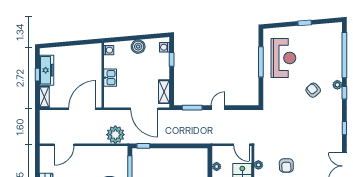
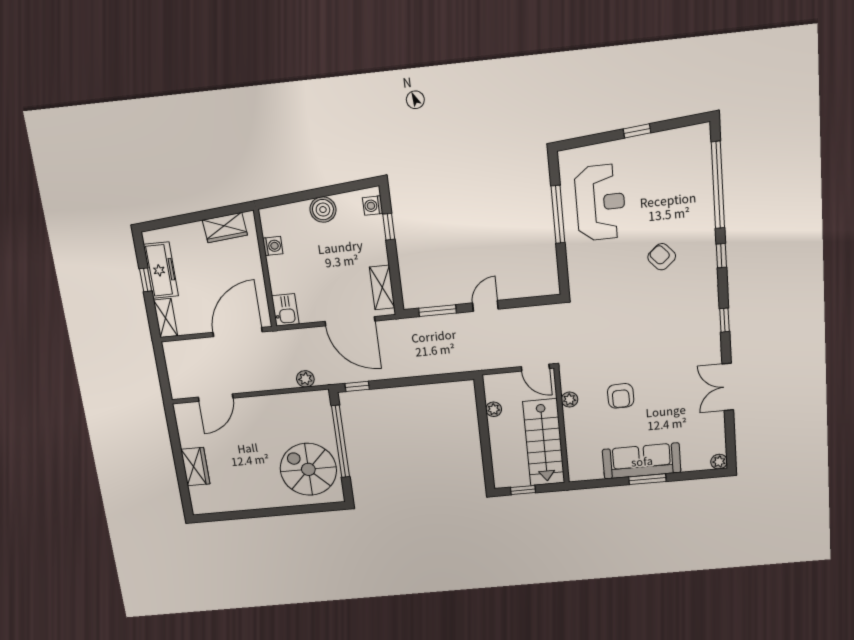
washing machine: (109, 50) -> (273, 246), moved
wardrobe: (85, 51) -> (225, 228), added
kitchen sink: (110, 78) -> (285, 310), moved
plant: (337, 85) -> (707, 242), removed
plant: (115, 135) -> (305, 379), width x0.53, depth x0.53

